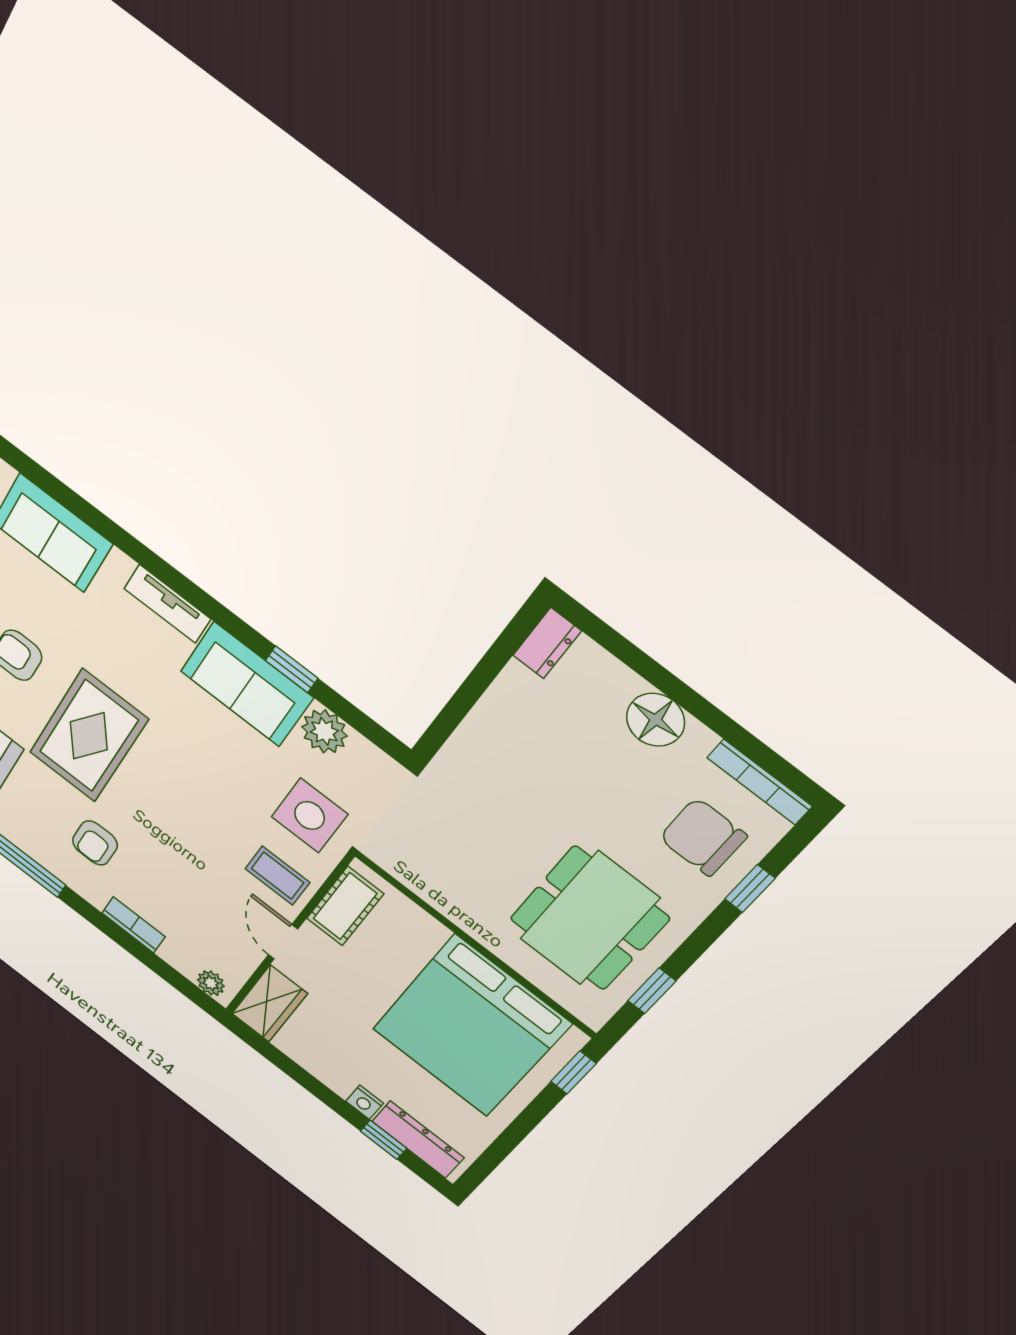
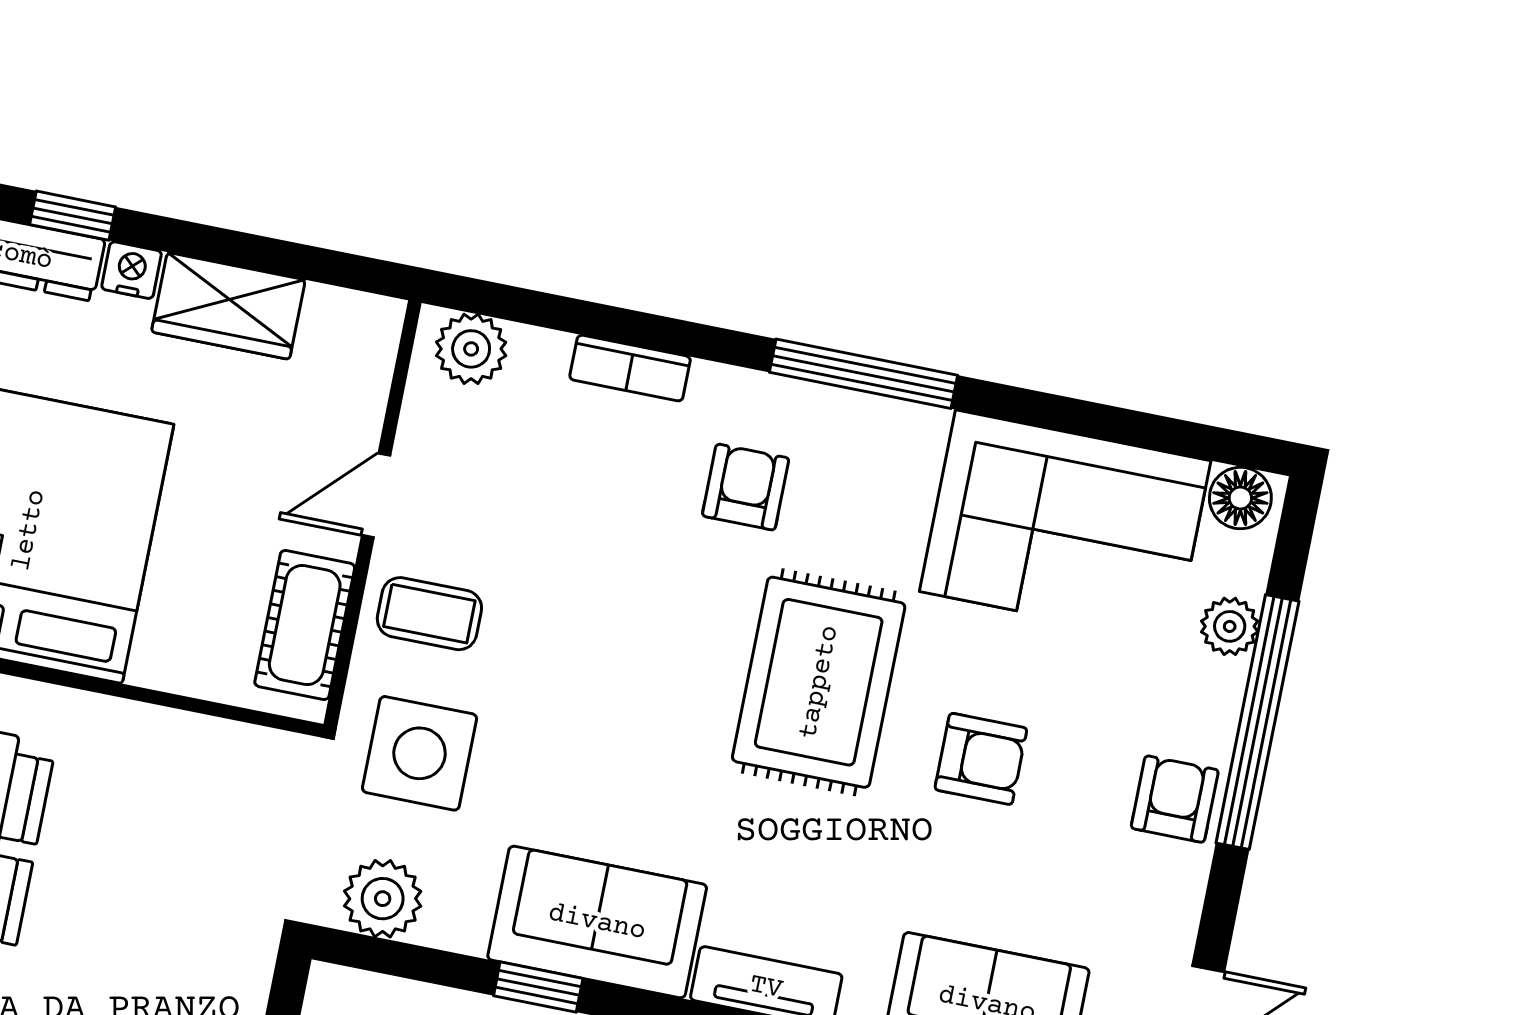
plant: (324, 731) -> (383, 899), moved
door: (283, 942) -> (376, 495), swing flipped
plant: (211, 983) -> (471, 349), width x1.38, depth x1.38
wardrobe: (269, 1004) -> (228, 306), moved, turned -90

